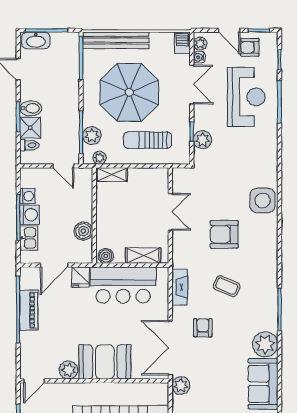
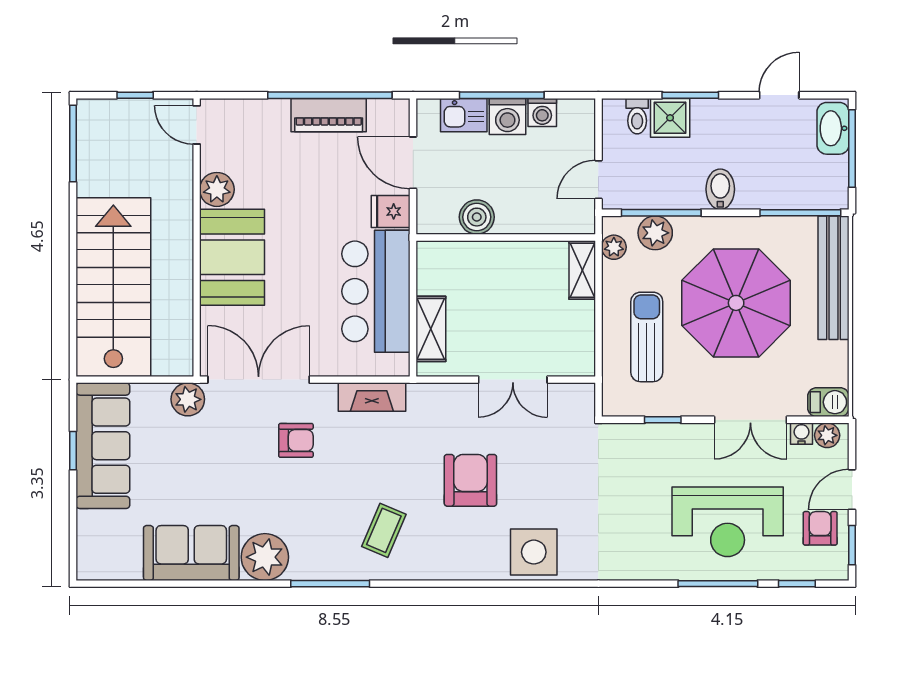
bidet: (31, 108) -> (720, 189), moved, turned 180
plant: (203, 140) -> (648, 440), removed
boiler: (106, 256) -> (430, 259), removed
coffee table: (227, 286) -> (384, 530), moved

